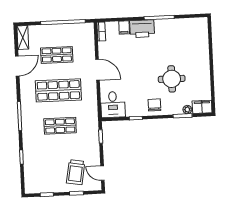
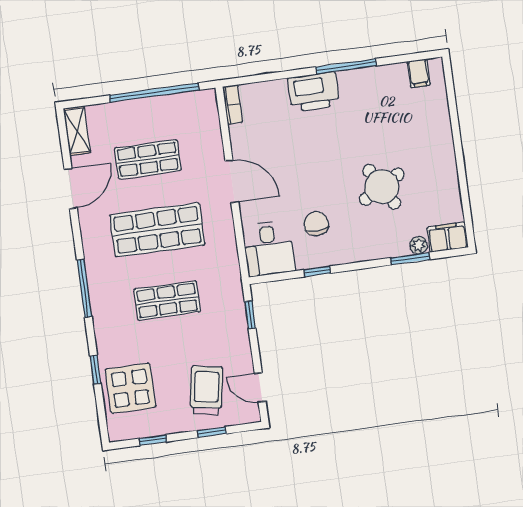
filing cabinet: (124, 28) -> (419, 73), moved
round table: (172, 79) -> (382, 187), turned -30
chair: (154, 105) -> (316, 224), moved
display table: (38, 168) -> (130, 388), added
trolley: (76, 172) -> (206, 390), turned 180

